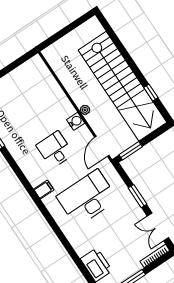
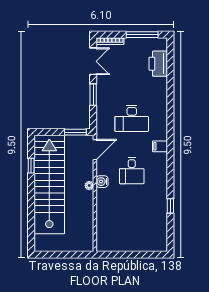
desk: (87, 198) -> (132, 118), width x0.73, depth x0.77

